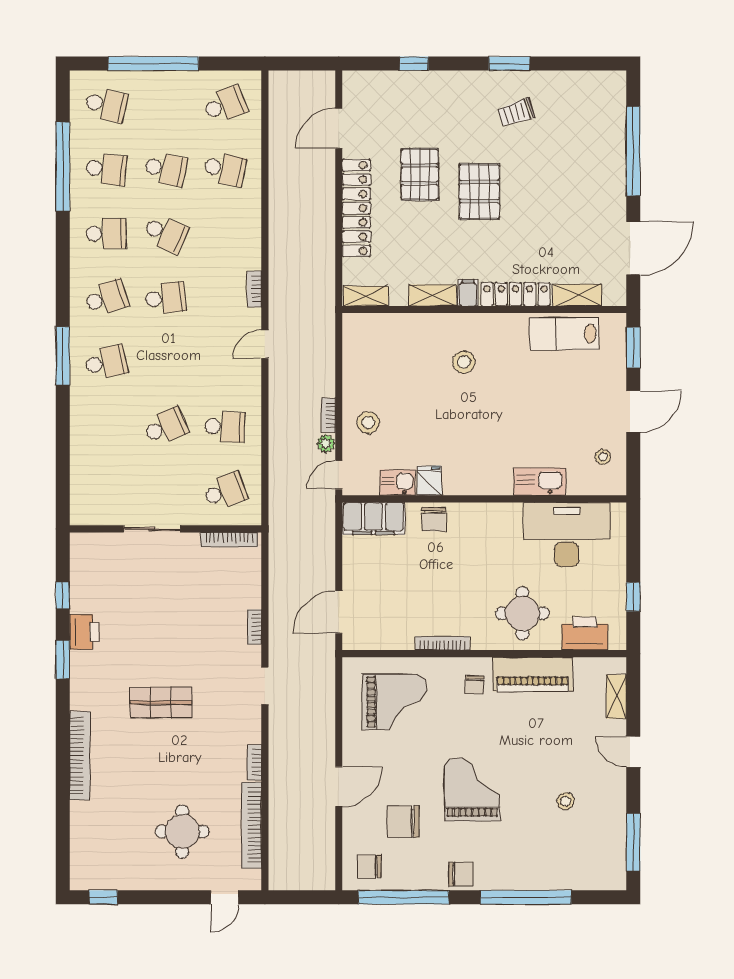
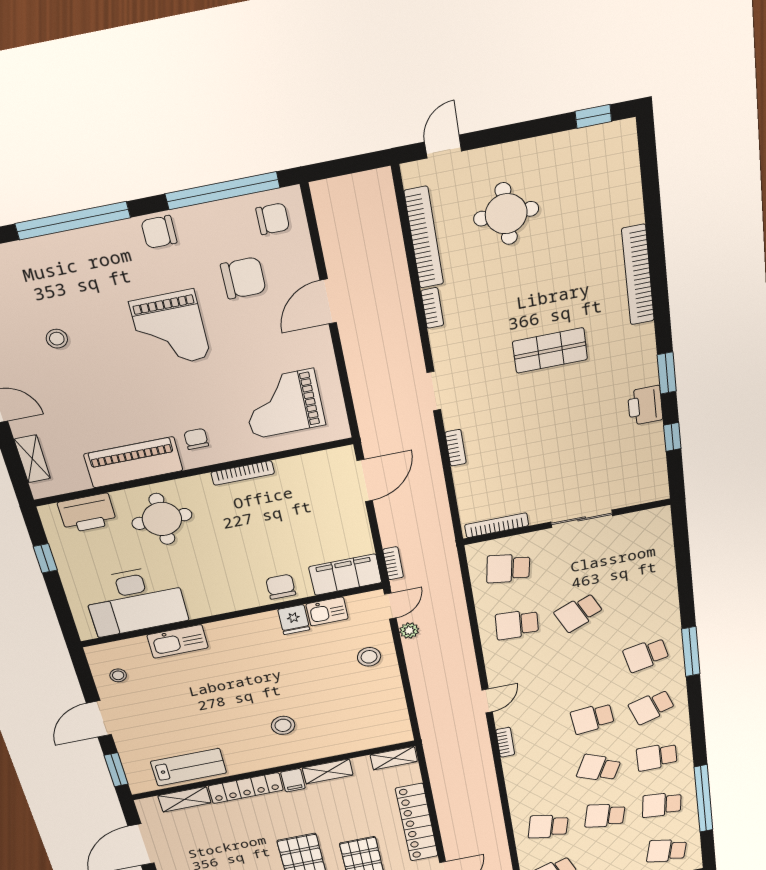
bookcase: (328, 415) -> (393, 563), moved
school desk: (225, 491) -> (508, 568), turned 30

